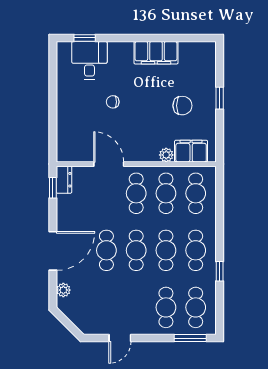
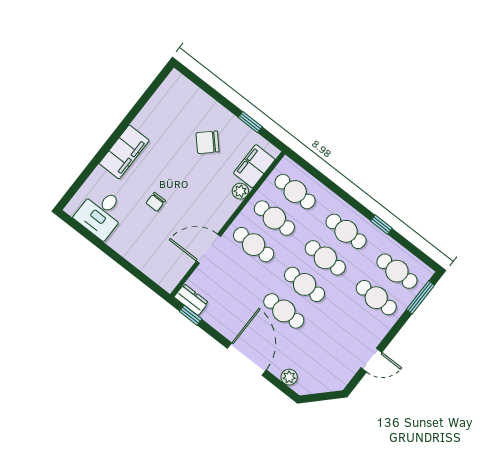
window: (85, 38) -> (79, 182), removed
filing cabinet: (156, 53) -> (124, 152), moved
desk: (89, 60) -> (101, 213), moved, turned -90
window: (220, 98) -> (250, 122), moved
chair: (182, 106) -> (208, 142), turned -133
door: (120, 338) -> (371, 360), hinge flipped

